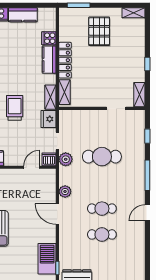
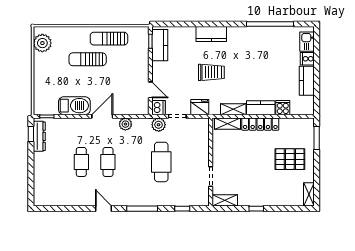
shelving: (50, 97) -> (233, 109), moved
barbecue: (47, 259) -> (74, 106), moved

